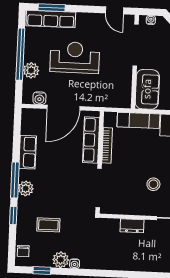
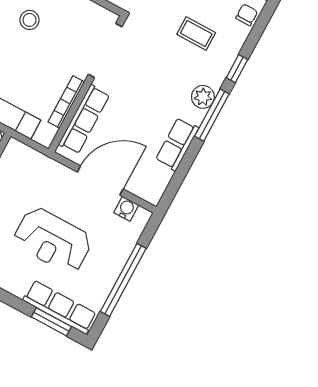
plant: (31, 70) -> (119, 251), removed

